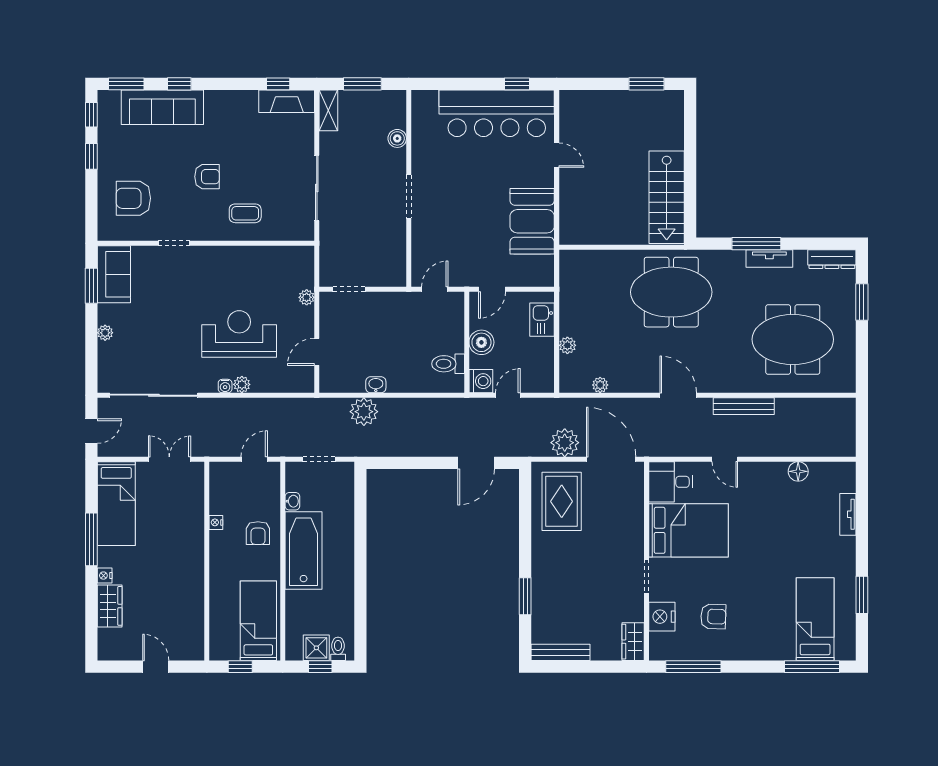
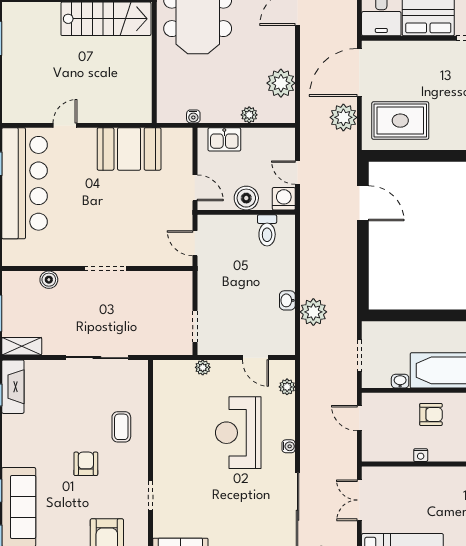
water cooler: (566, 288) -> (193, 116), added
plant: (242, 384) -> (287, 387), moved
plant: (600, 385) -> (281, 83), width x1.88, depth x1.88

